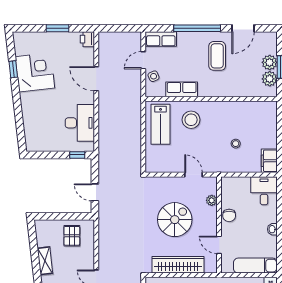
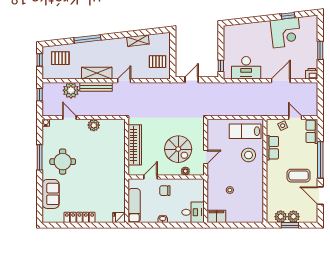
chair: (229, 215) -> (165, 191), moved
spiral stairs: (175, 220) -> (178, 149), moved

